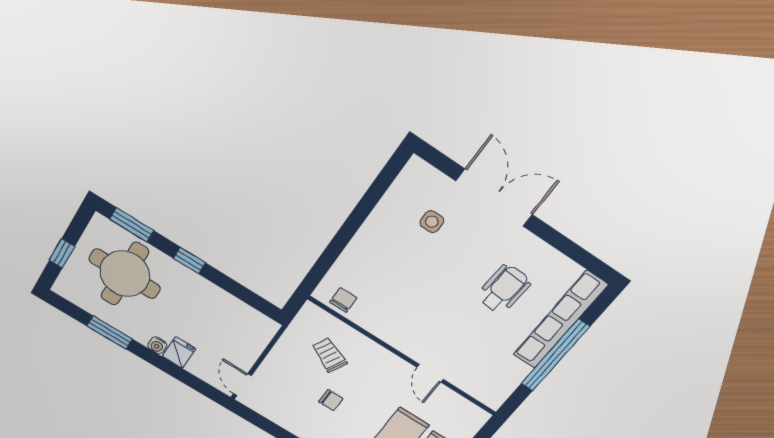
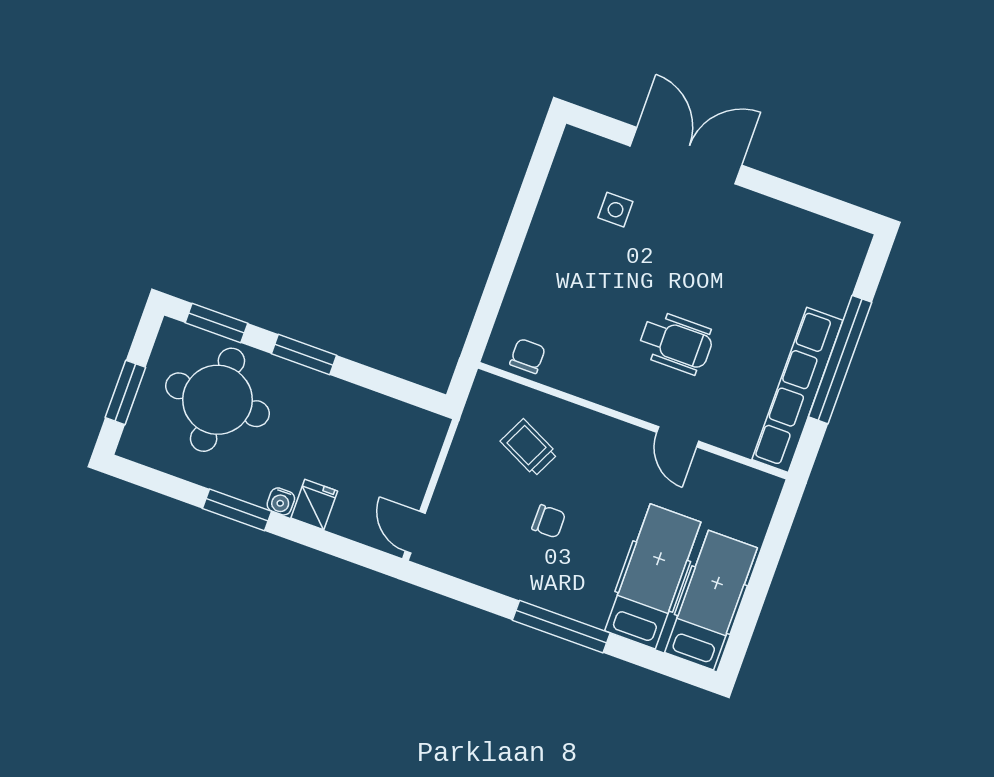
window: (62, 253) -> (125, 392), width x1.50
window: (189, 260) -> (304, 355), width x1.50
wheelchair: (504, 289) -> (676, 343), moved, turned 87
row of seats: (560, 320) -> (797, 390), moved
window: (110, 332) -> (237, 510), moved

